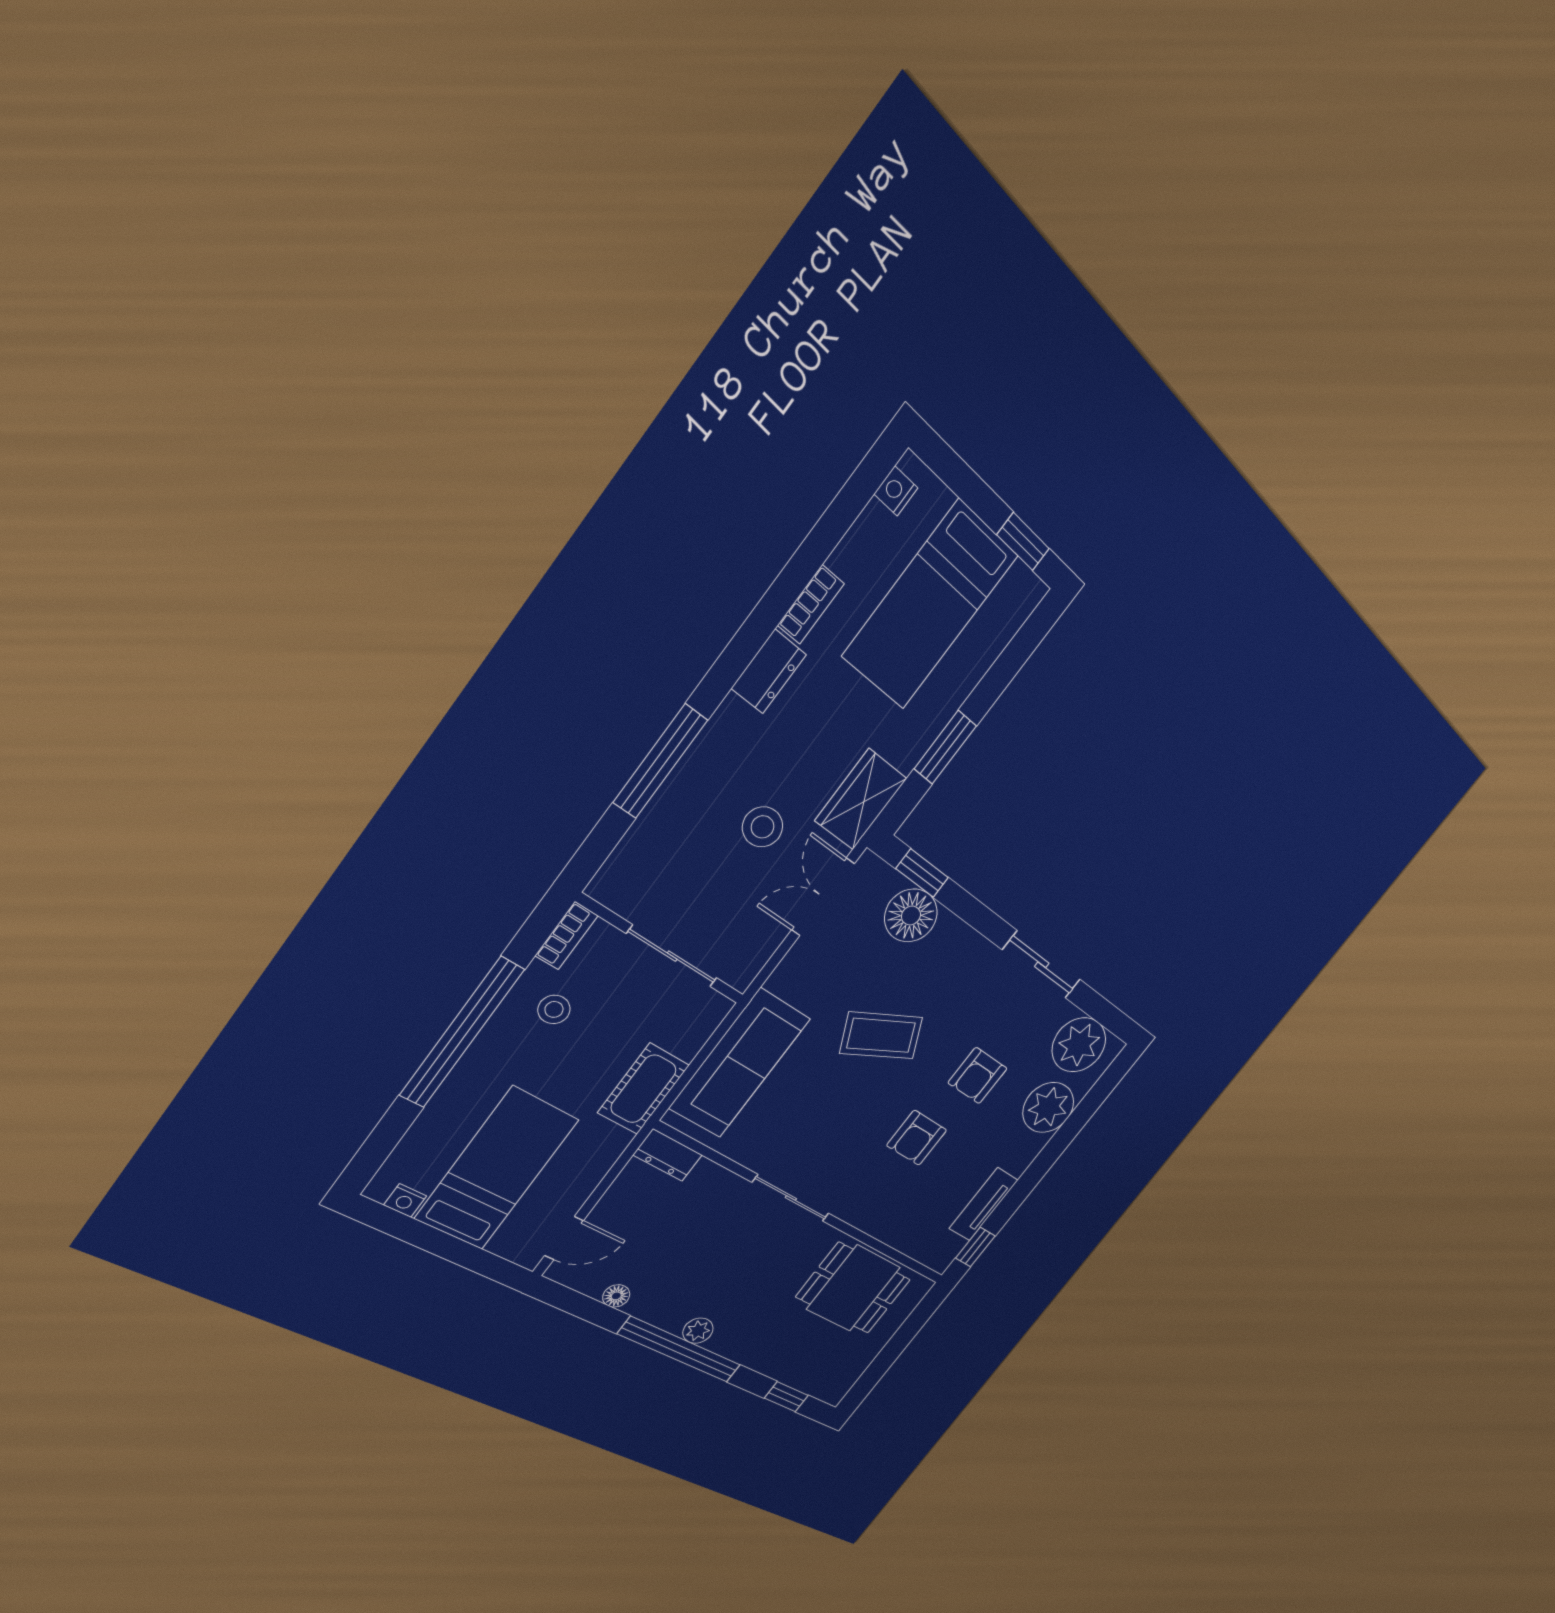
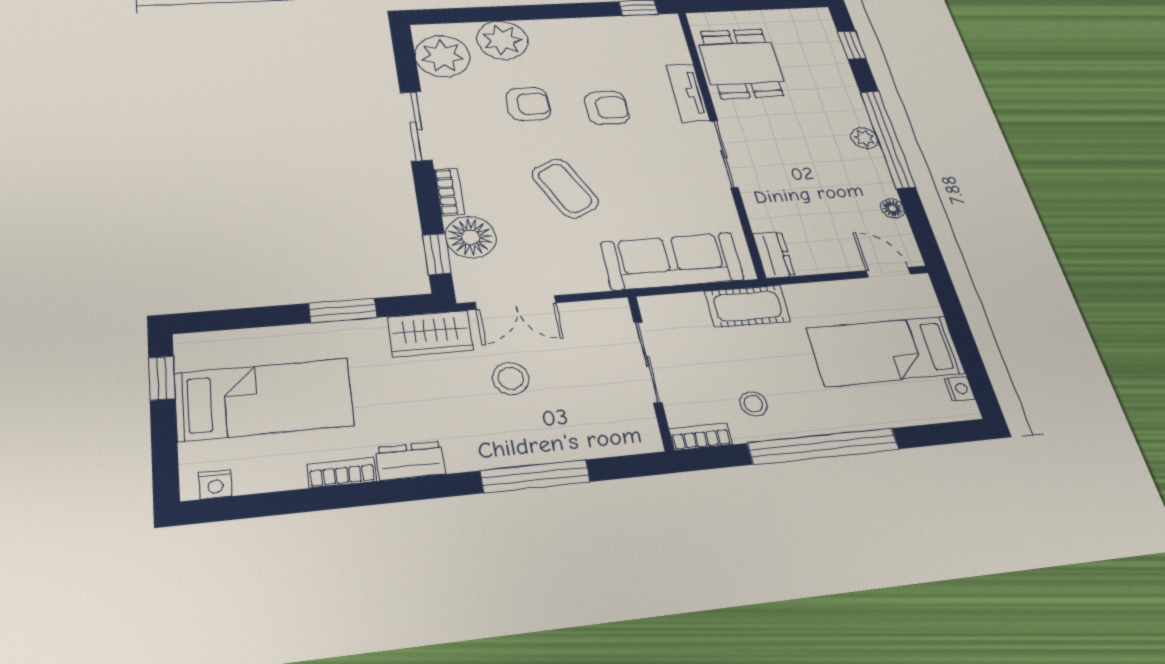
bookcase: (964, 937) -> (449, 192), added
tv unit: (984, 1204) -> (688, 93), moved, turned 90

